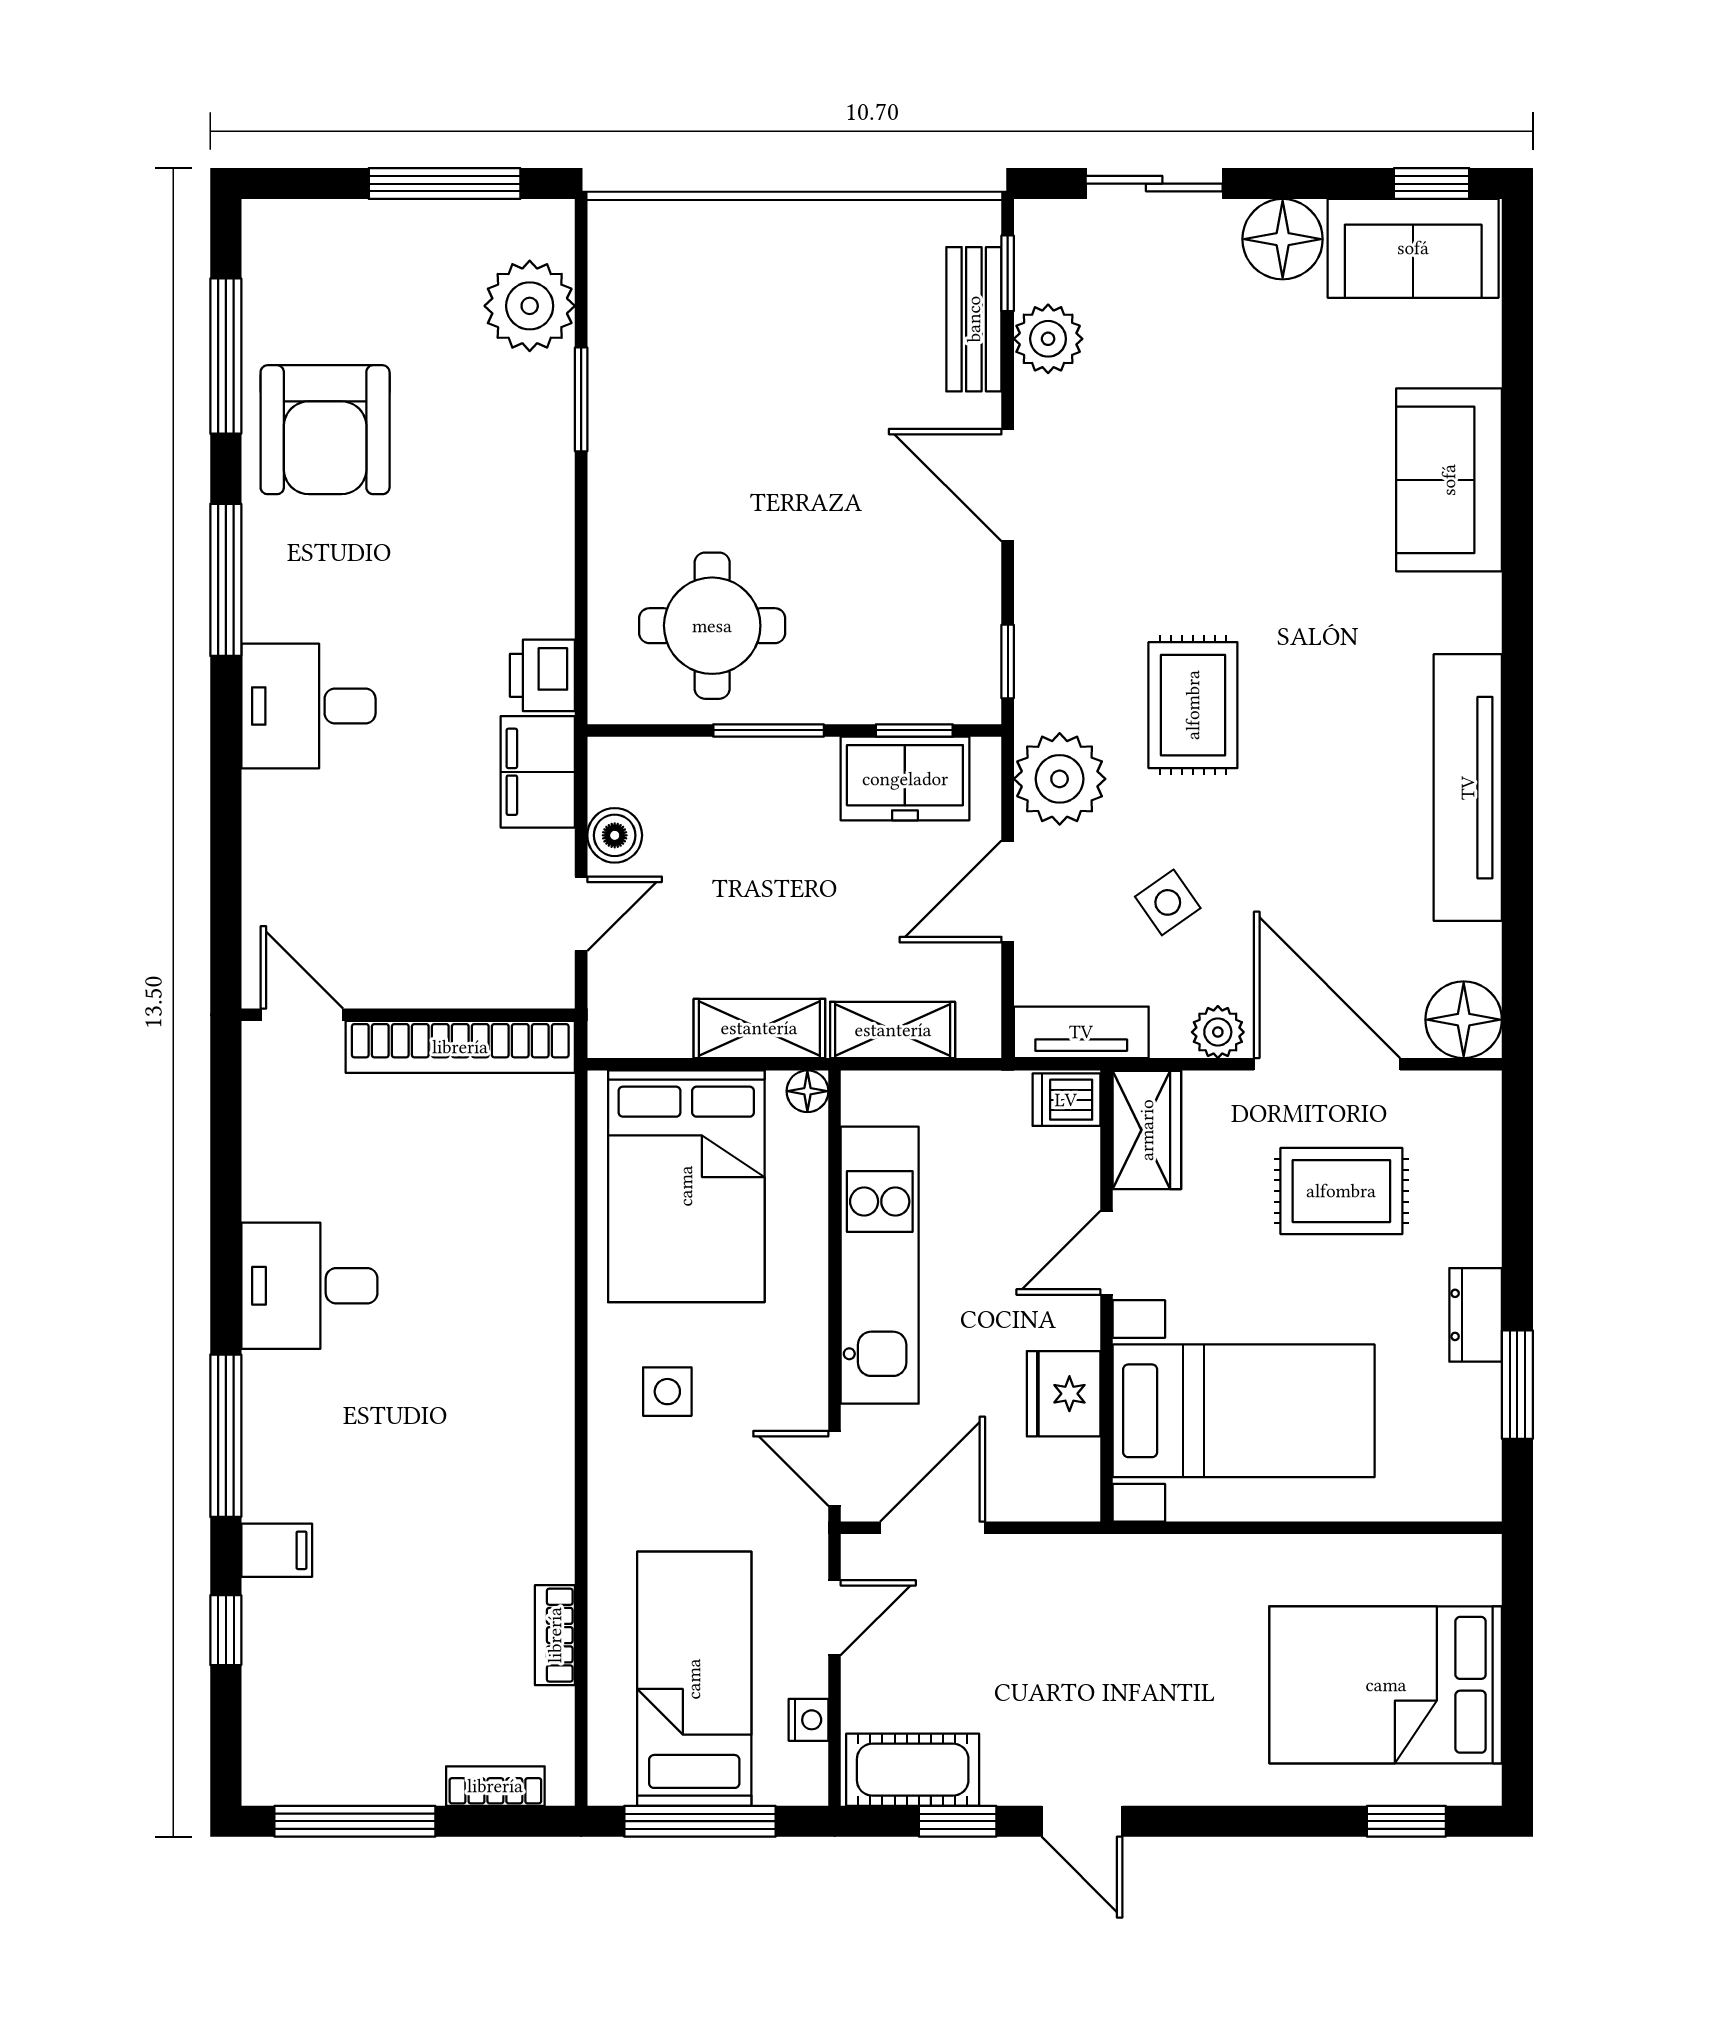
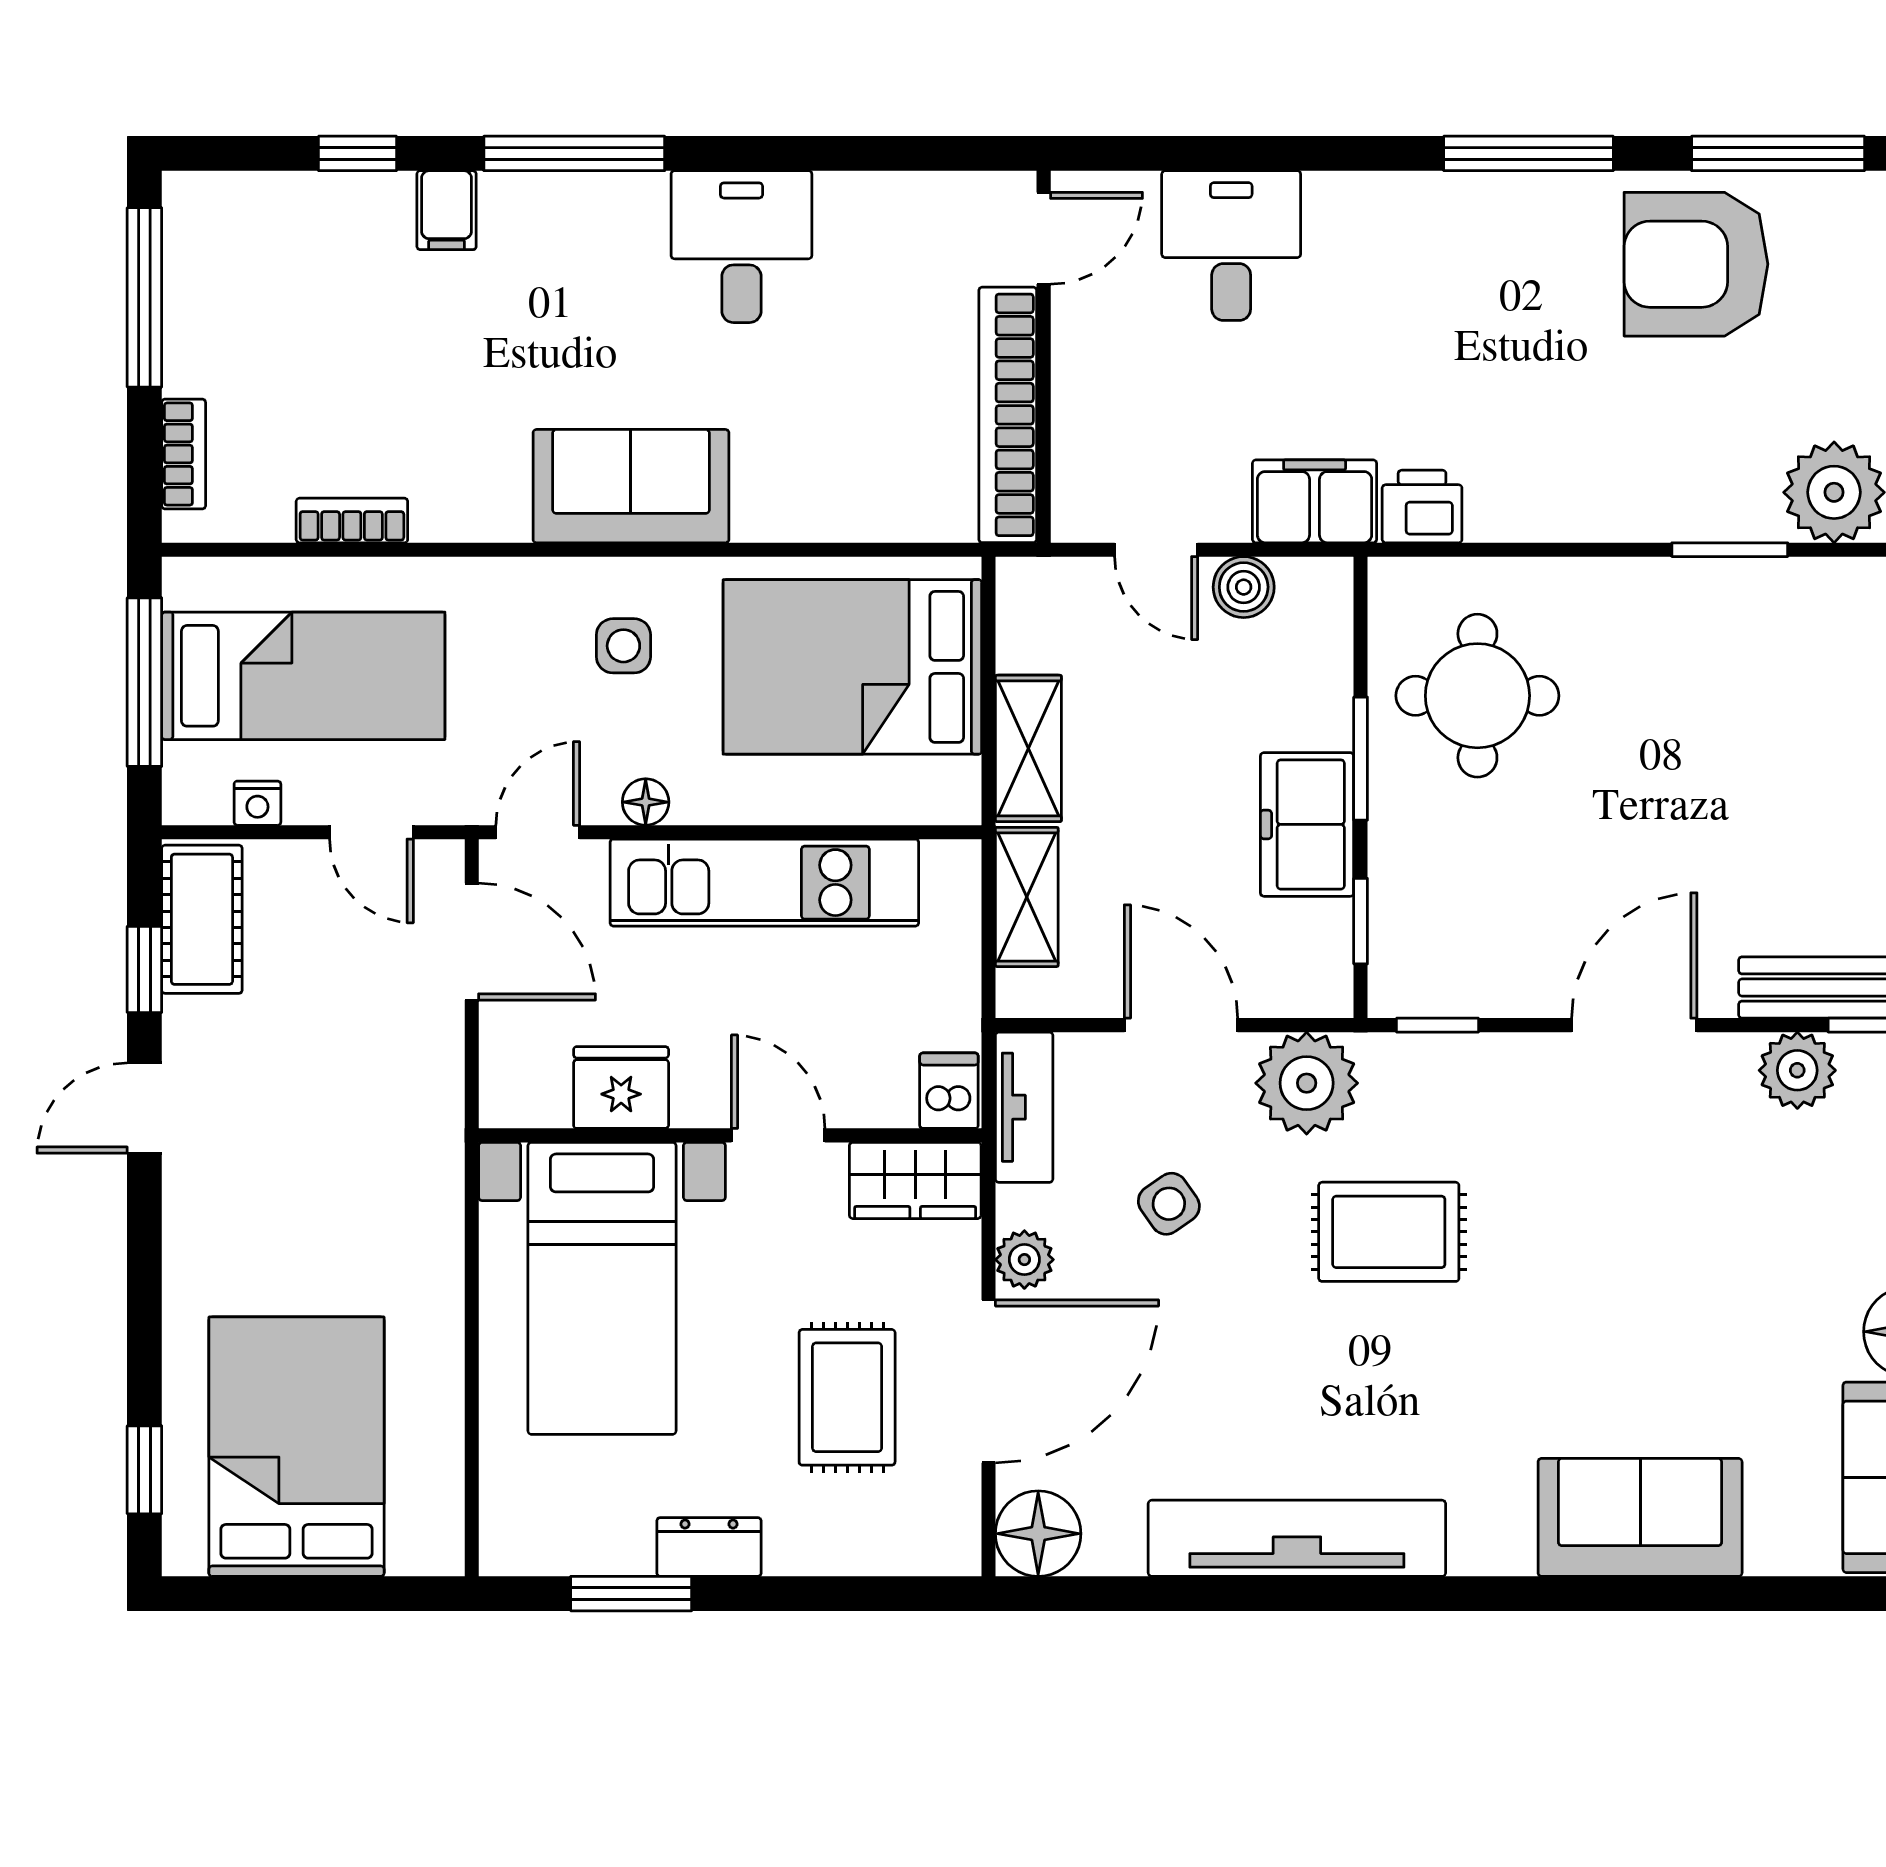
desk: (308, 706) -> (1231, 246), moved
freezer: (905, 779) -> (1307, 824), moved
floor lamp: (807, 1091) -> (646, 802), moved
sofa: (524, 1385) -> (631, 486), added

